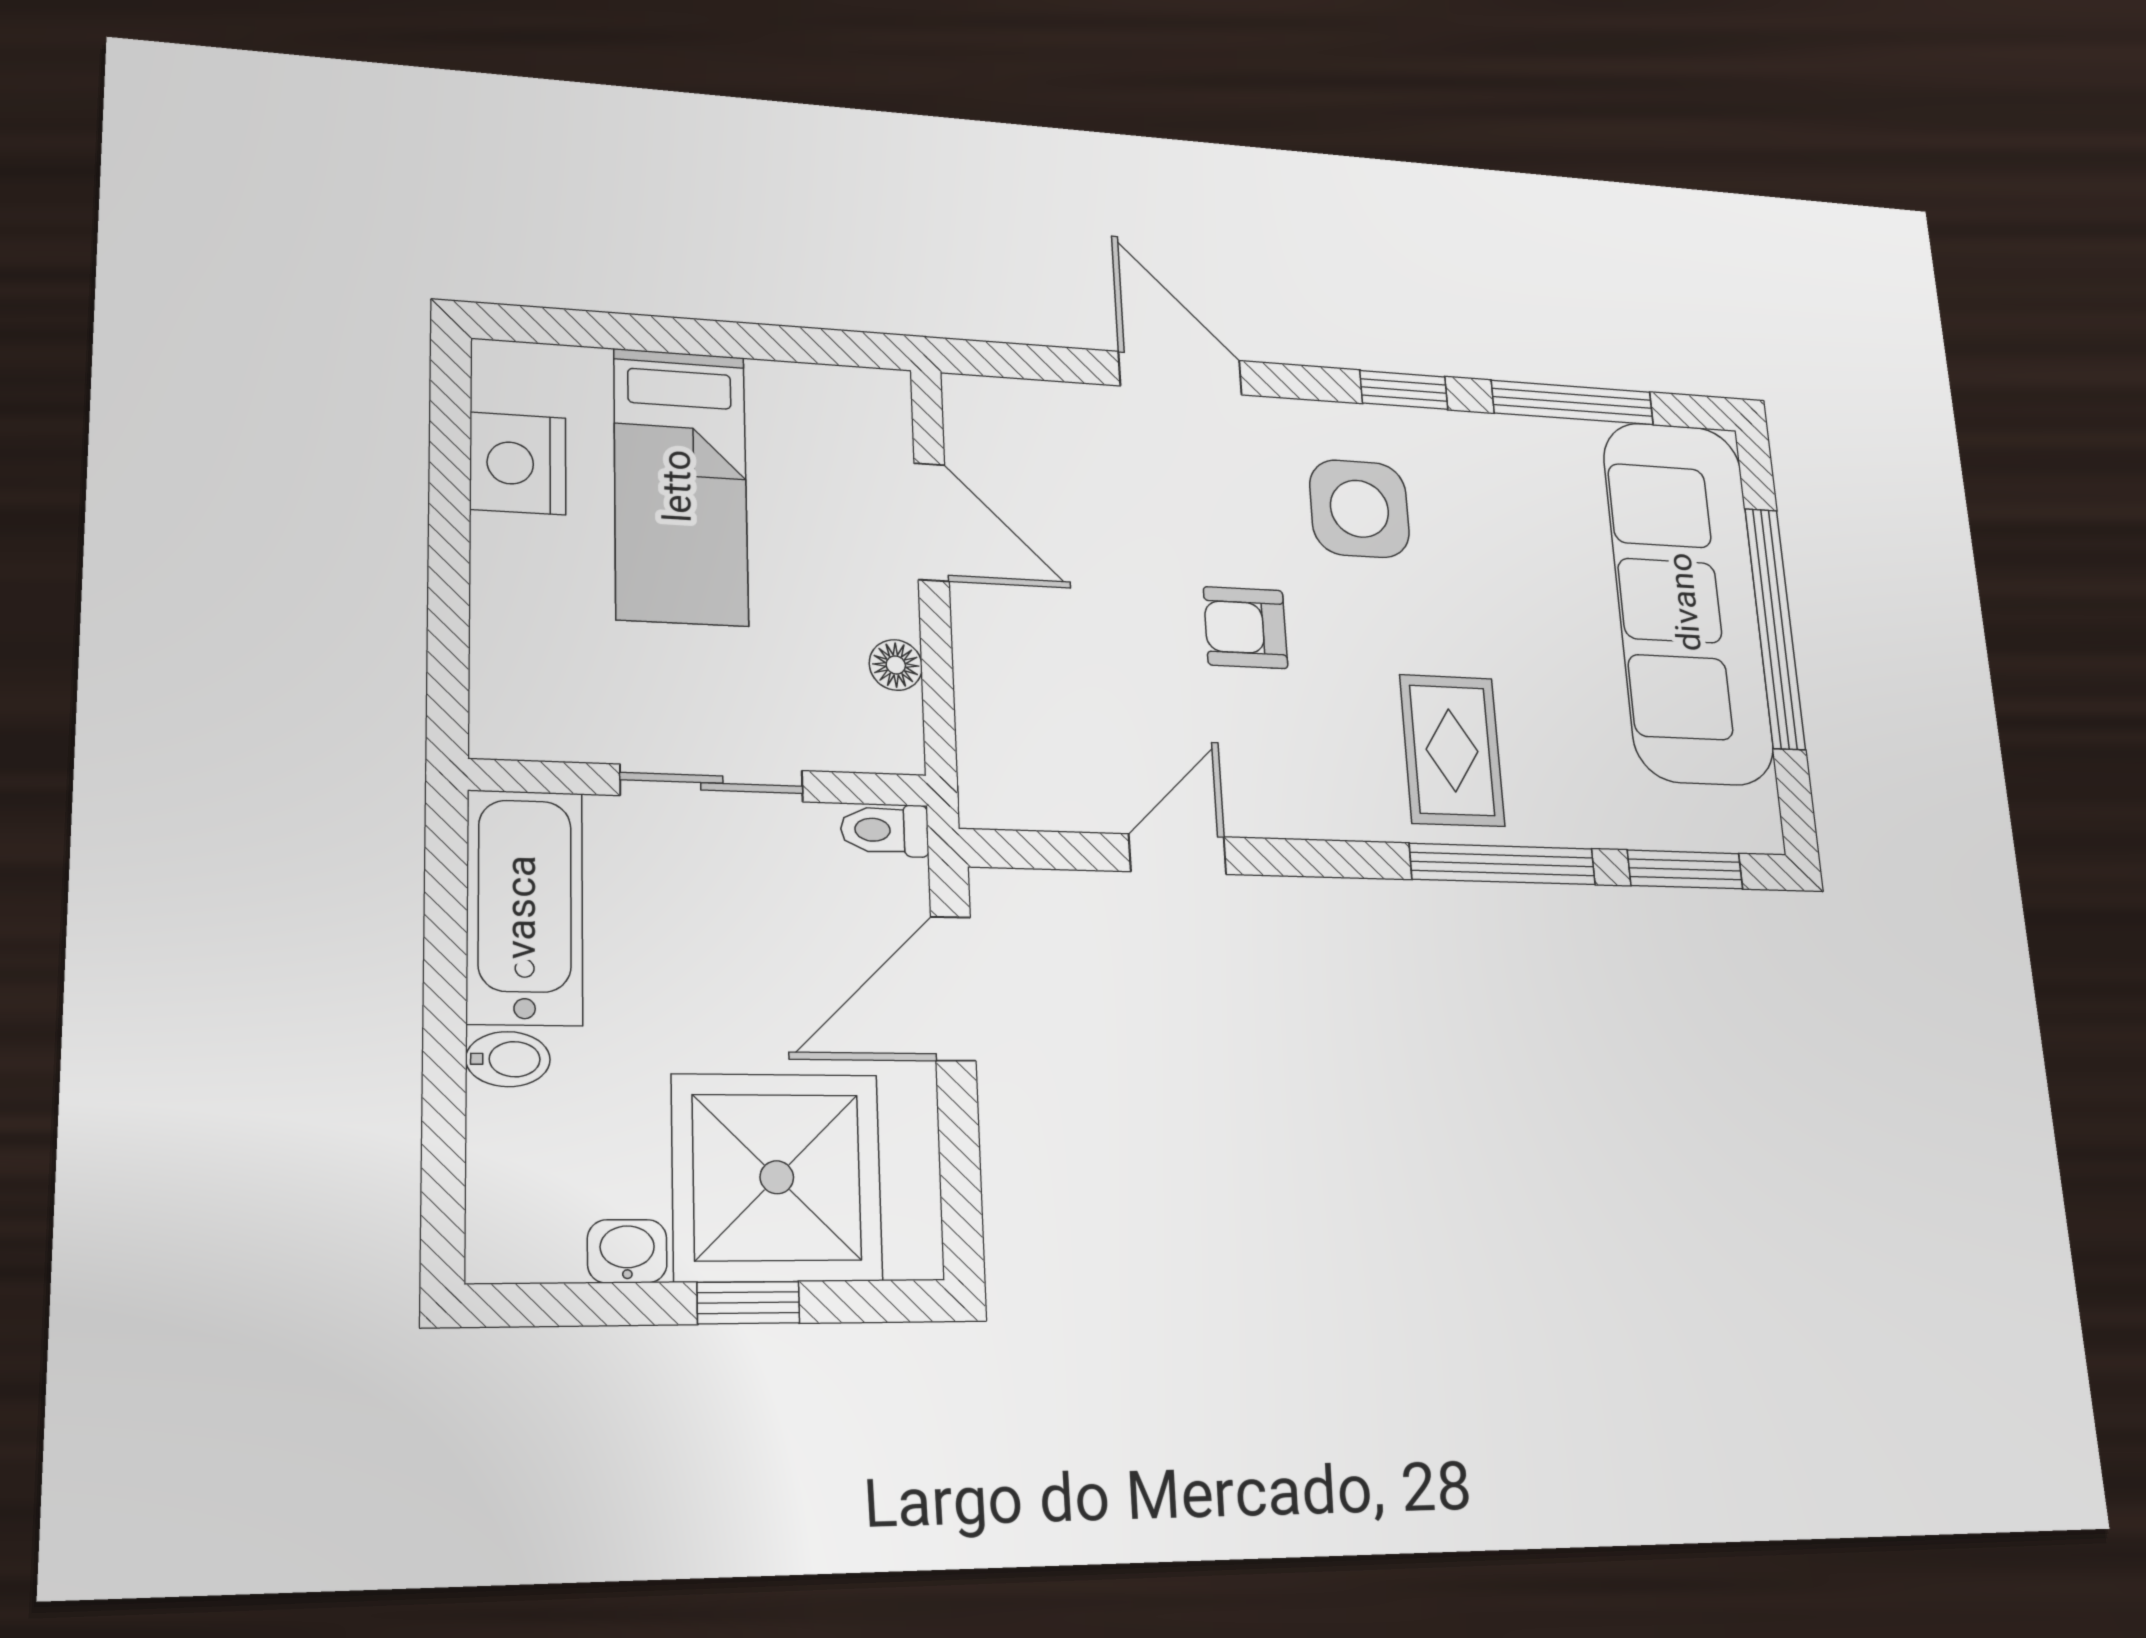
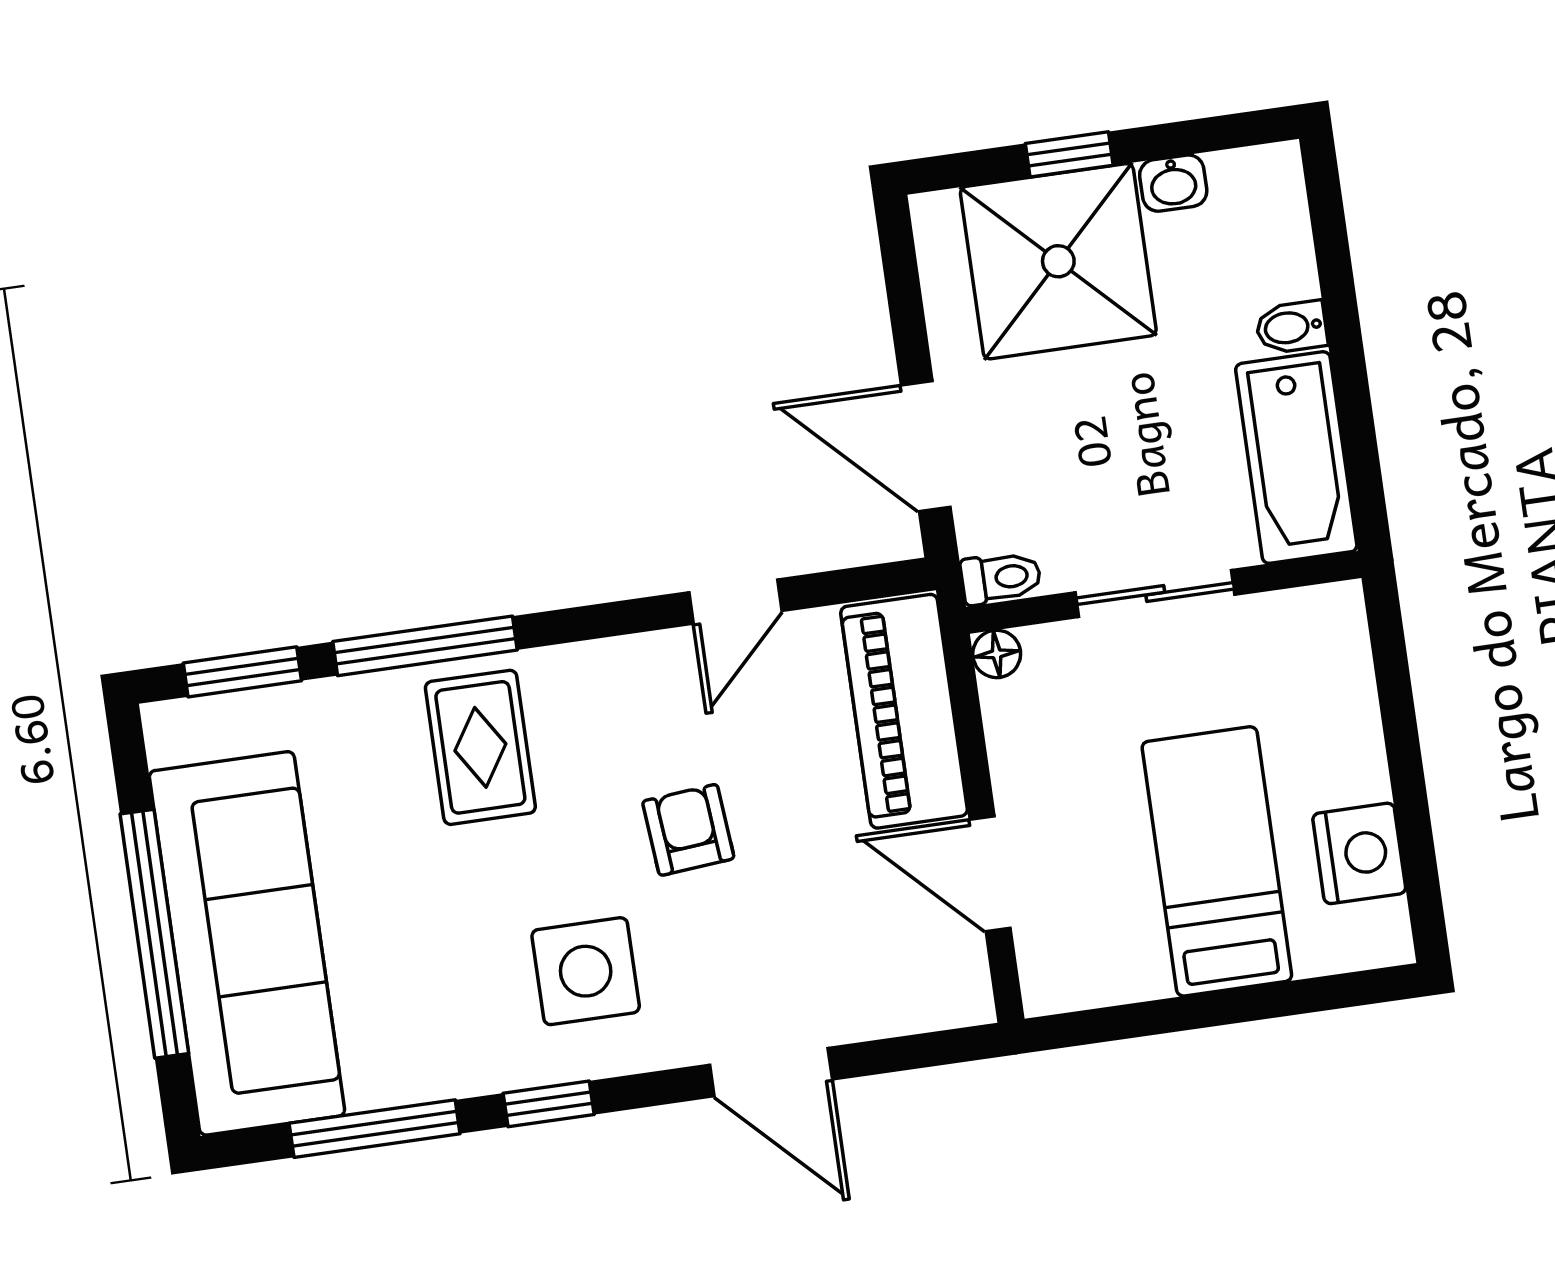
armchair: (1246, 628) -> (688, 830), turned -95
floor lamp: (896, 665) -> (997, 654), moved
piano: (1007, 707) -> (904, 711), added
door: (953, 989) -> (926, 446), swing flipped

